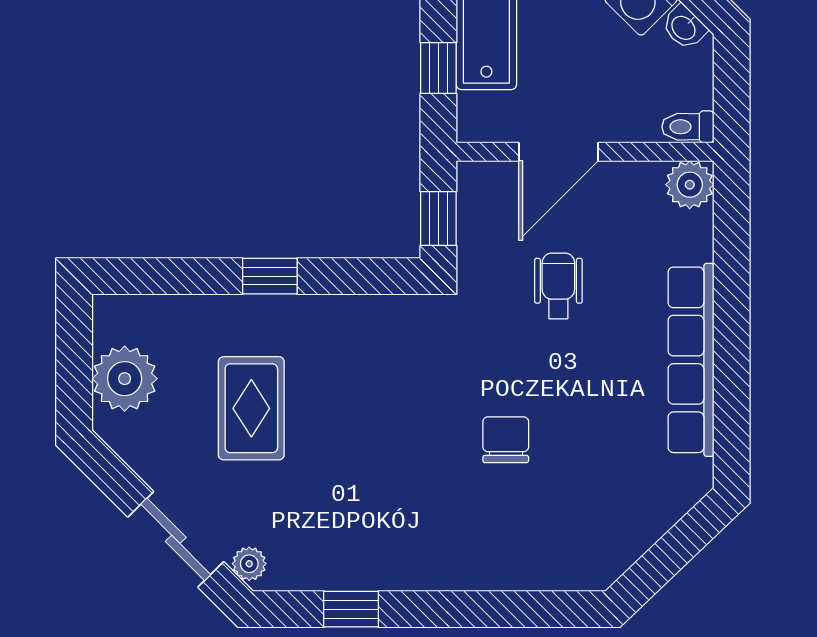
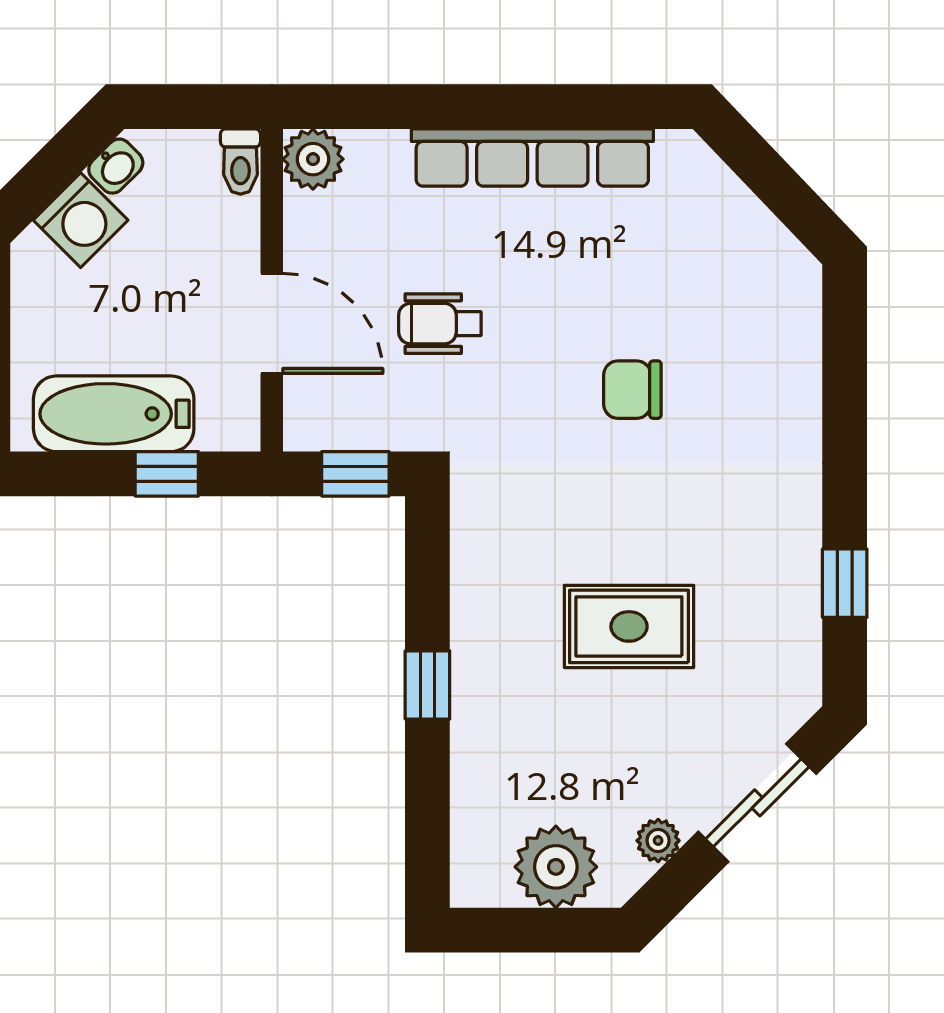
rug: (251, 408) -> (629, 626), moved
plant: (249, 564) -> (658, 841), moved

